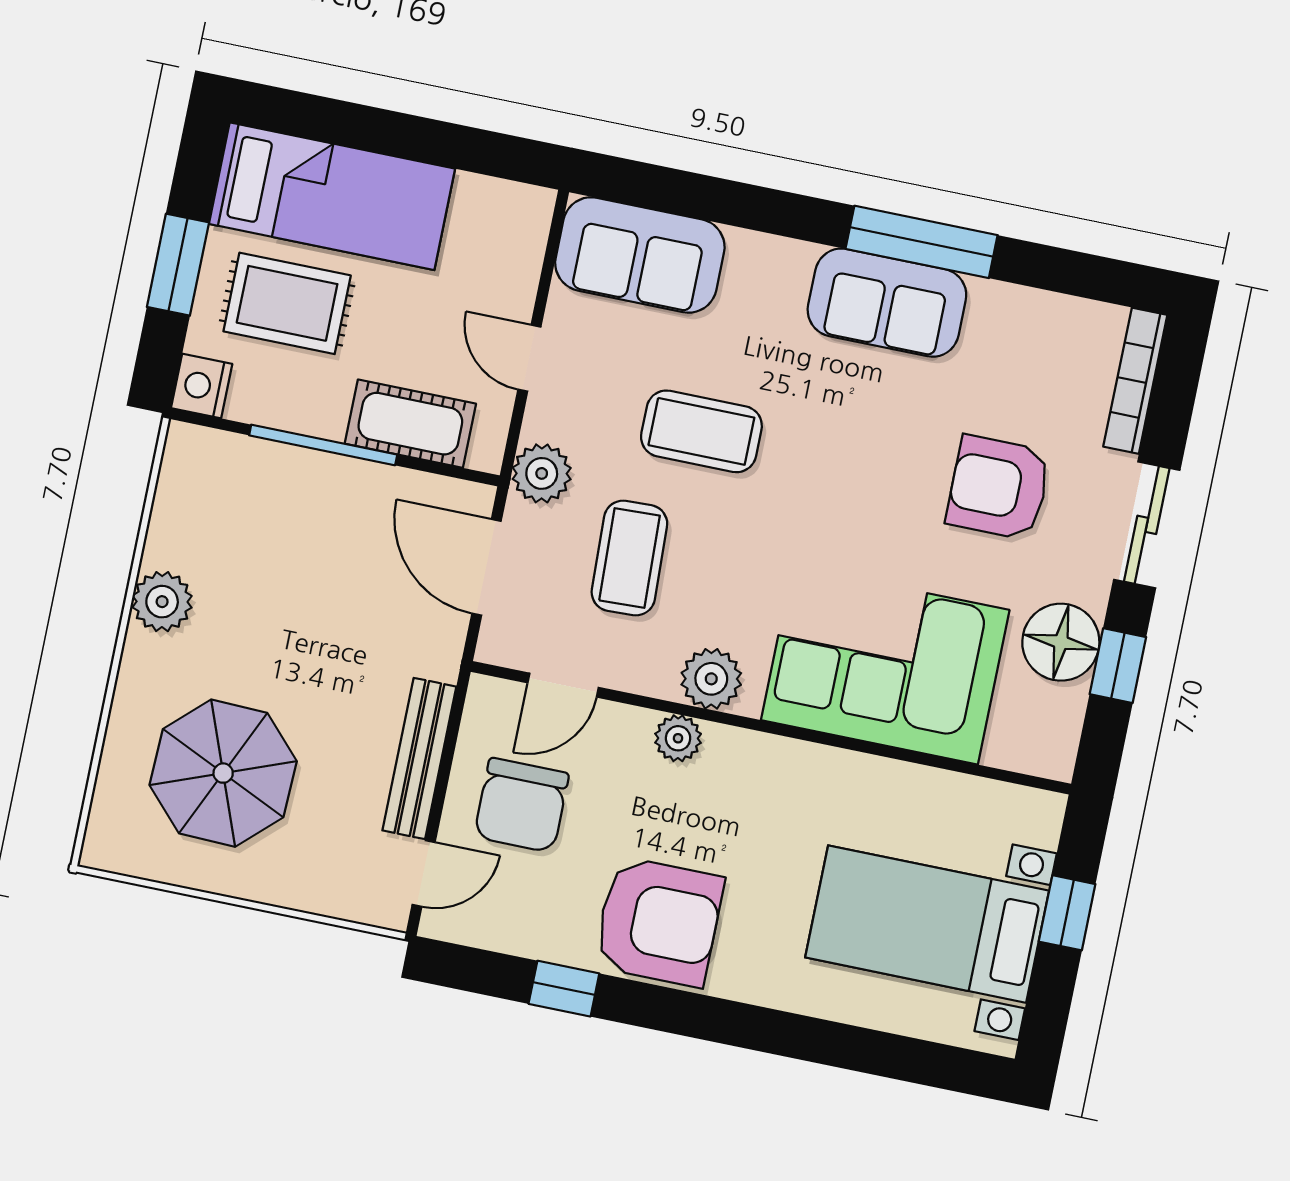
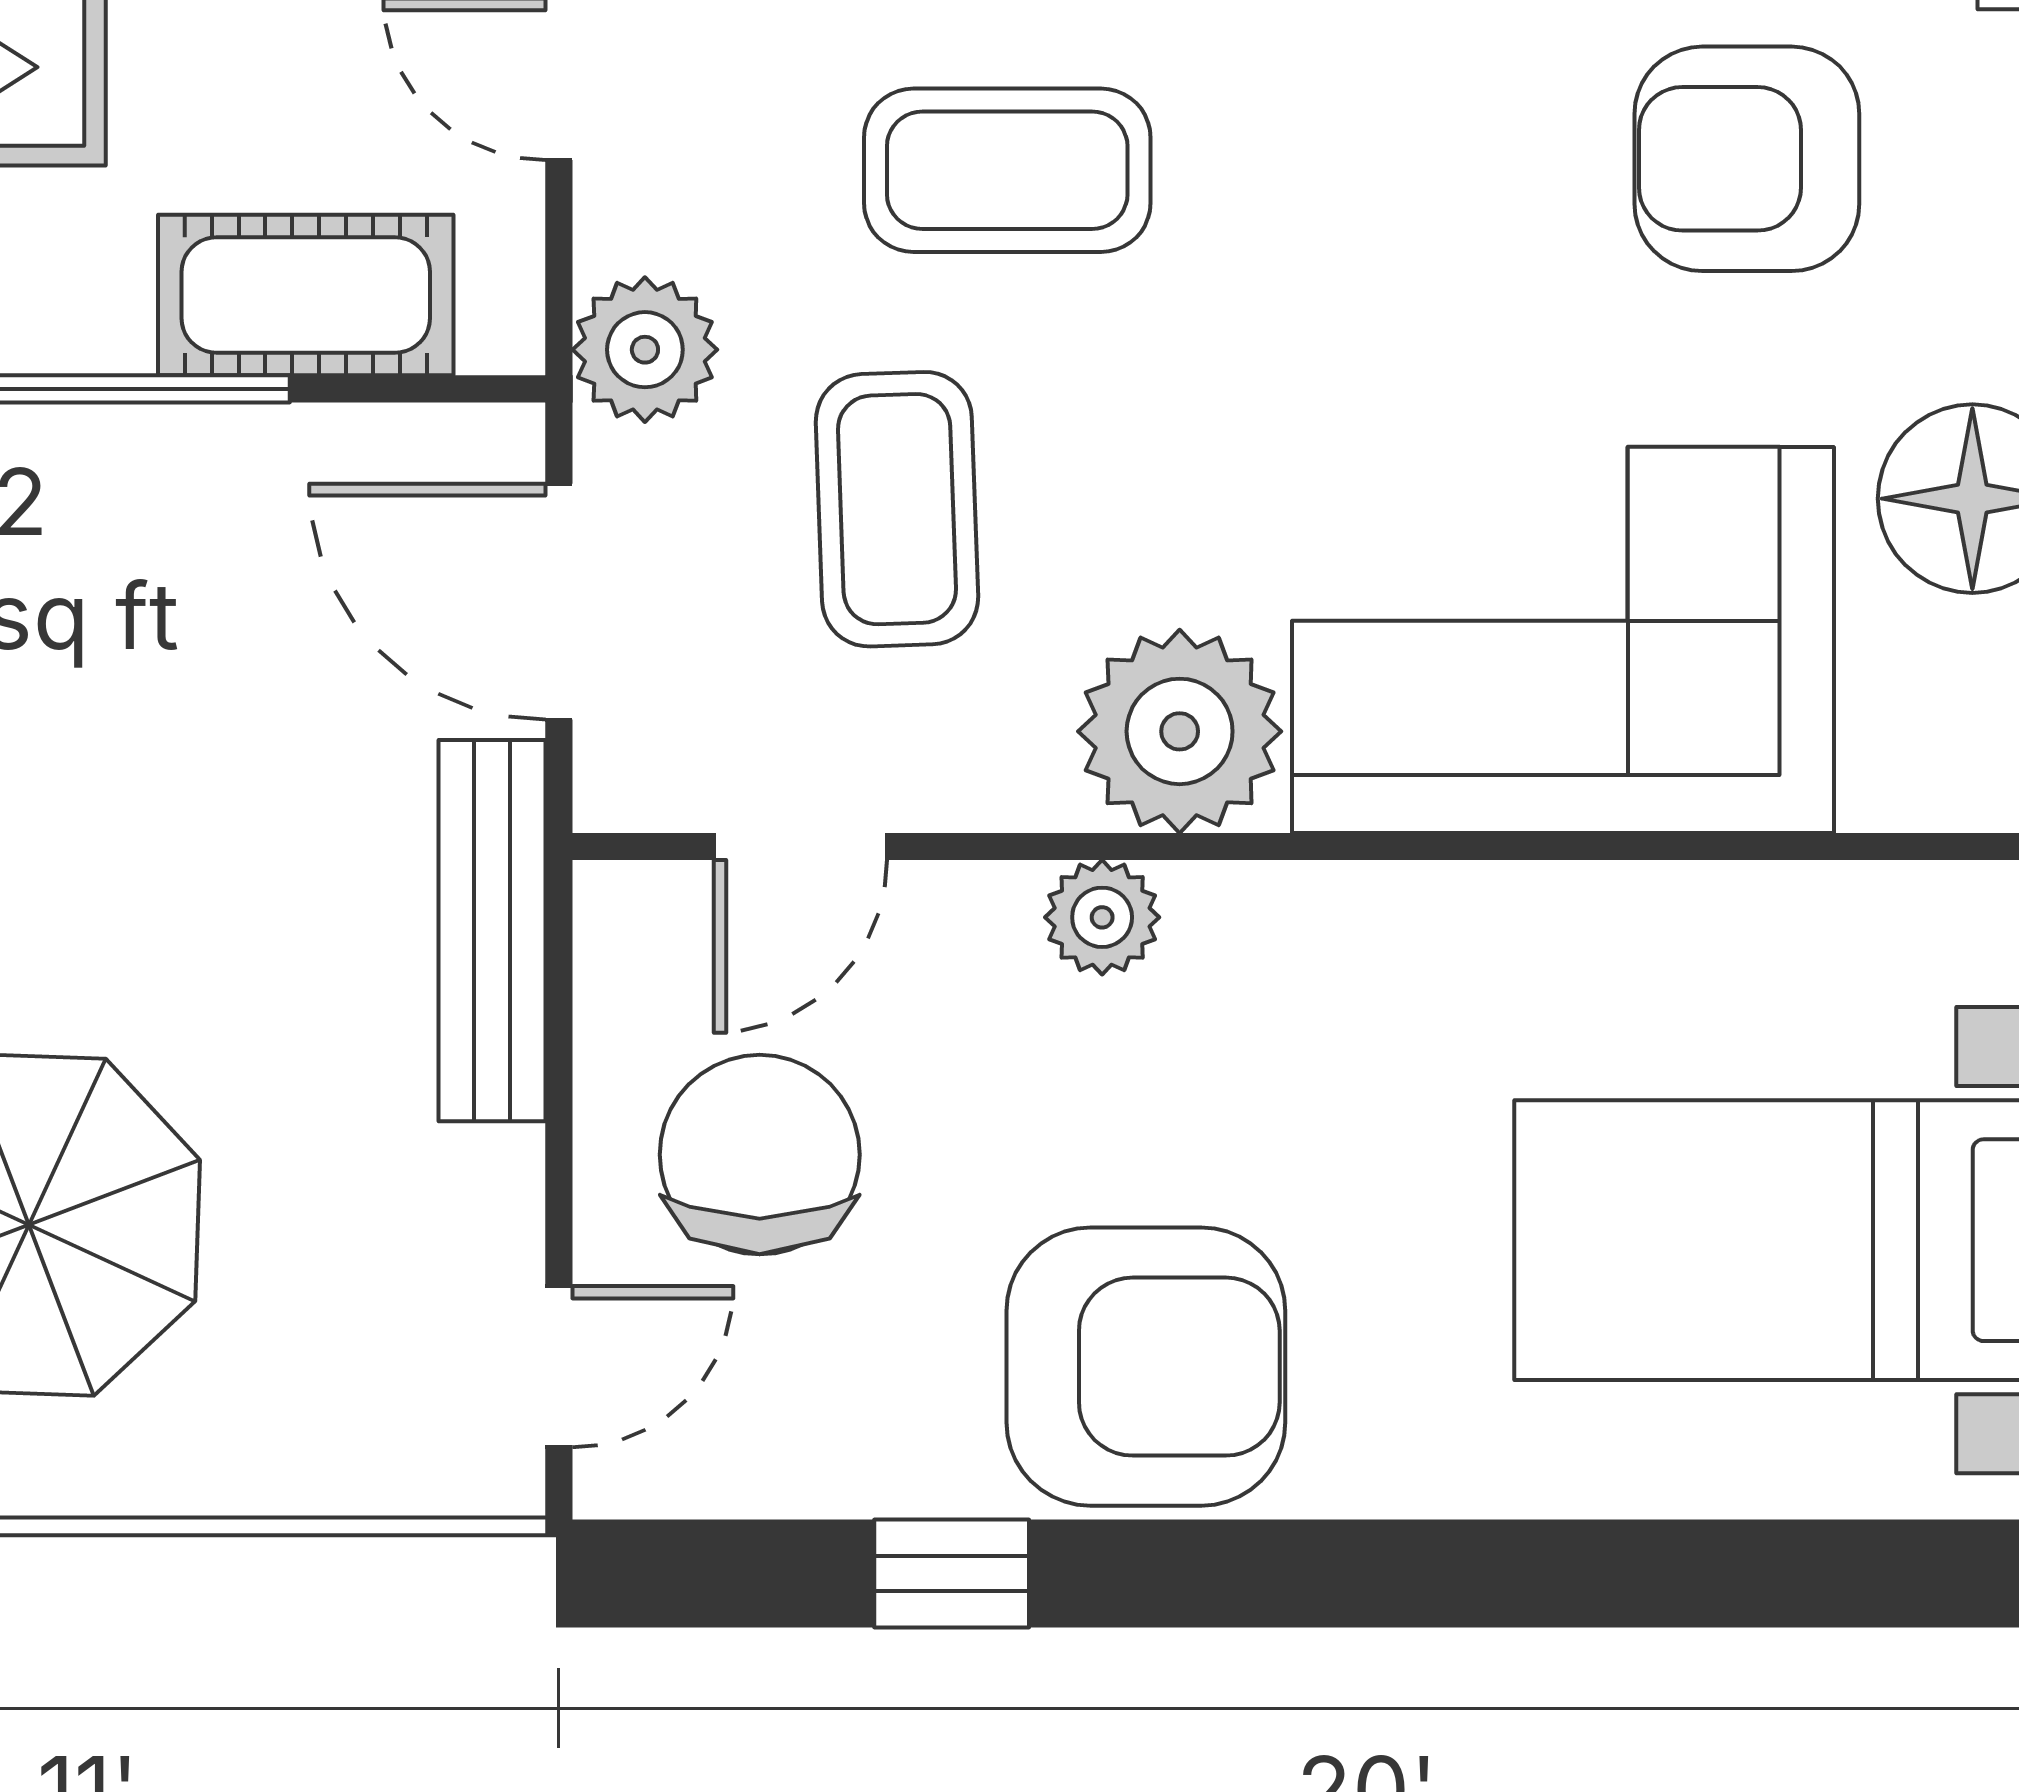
plant: (711, 679) -> (1180, 731), width x1.36, depth x1.36
bench: (419, 759) -> (492, 931), moved
chair: (521, 805) -> (760, 1155), turned 180

